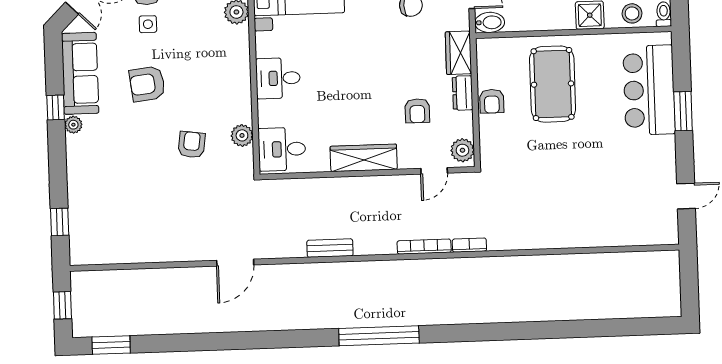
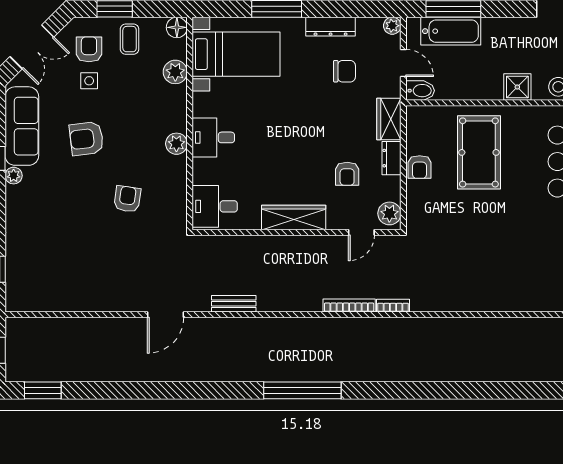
plant: (242, 135) -> (176, 144), moved
bench: (330, 248) -> (234, 304), moved

